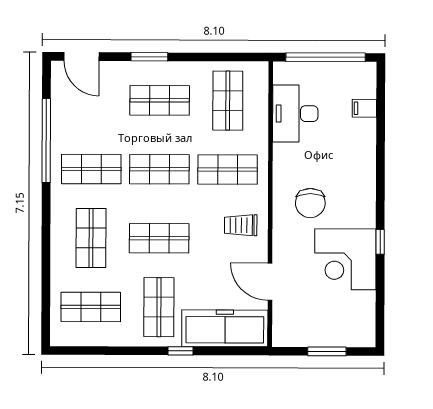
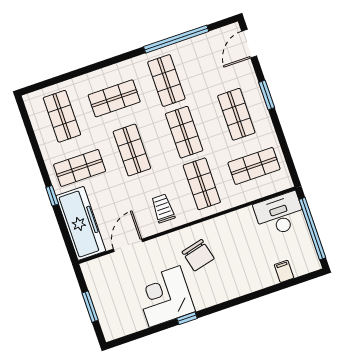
desk: (295, 114) -> (280, 214), moved
chair: (310, 203) -> (198, 255), turned -104

